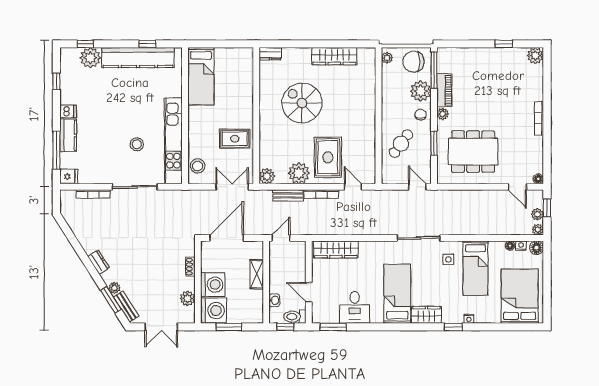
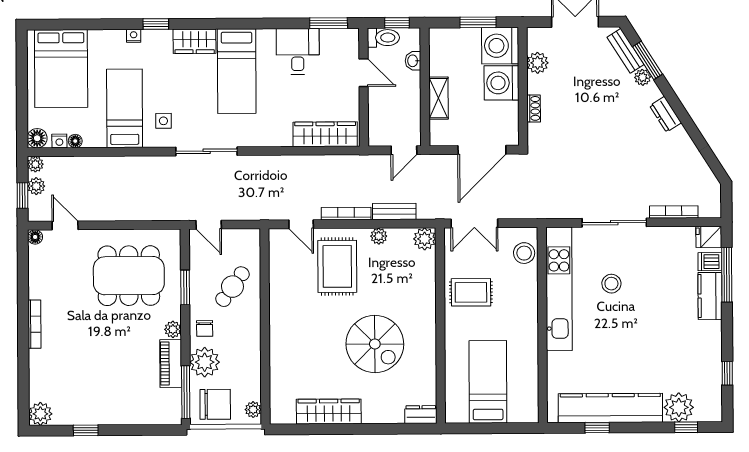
bed: (201, 76) -> (488, 382), moved
dishwasher: (68, 111) -> (710, 262), moved
plant: (299, 173) -> (379, 236), width x0.53, depth x0.53

